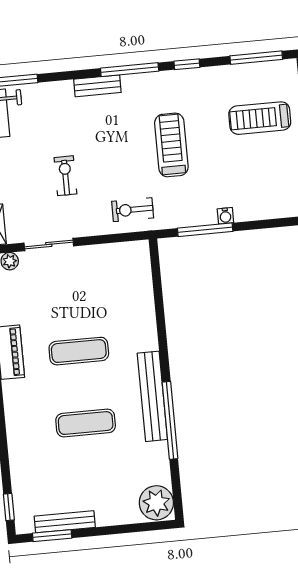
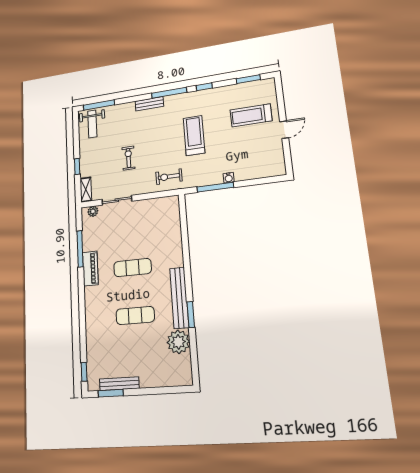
window: (256, 58) -> (248, 79), width x0.69
window: (170, 420) -> (191, 315), width x0.47
plant: (156, 503) -> (178, 342), moved

